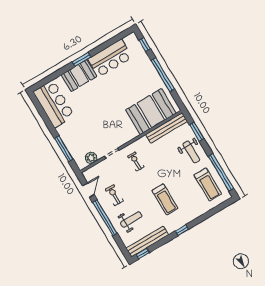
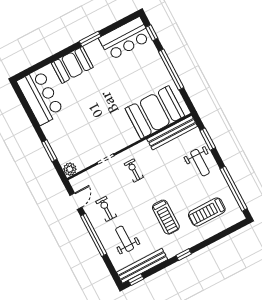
bar counter: (110, 58) -> (125, 39), moved
window: (82, 59) -> (90, 39), moved
window: (64, 149) -> (49, 151), width x0.69
plant: (91, 158) -> (70, 169), moved
treadmill: (208, 185) -> (207, 212), moved, turned 90
weight bench: (131, 220) -> (125, 239), turned -90

